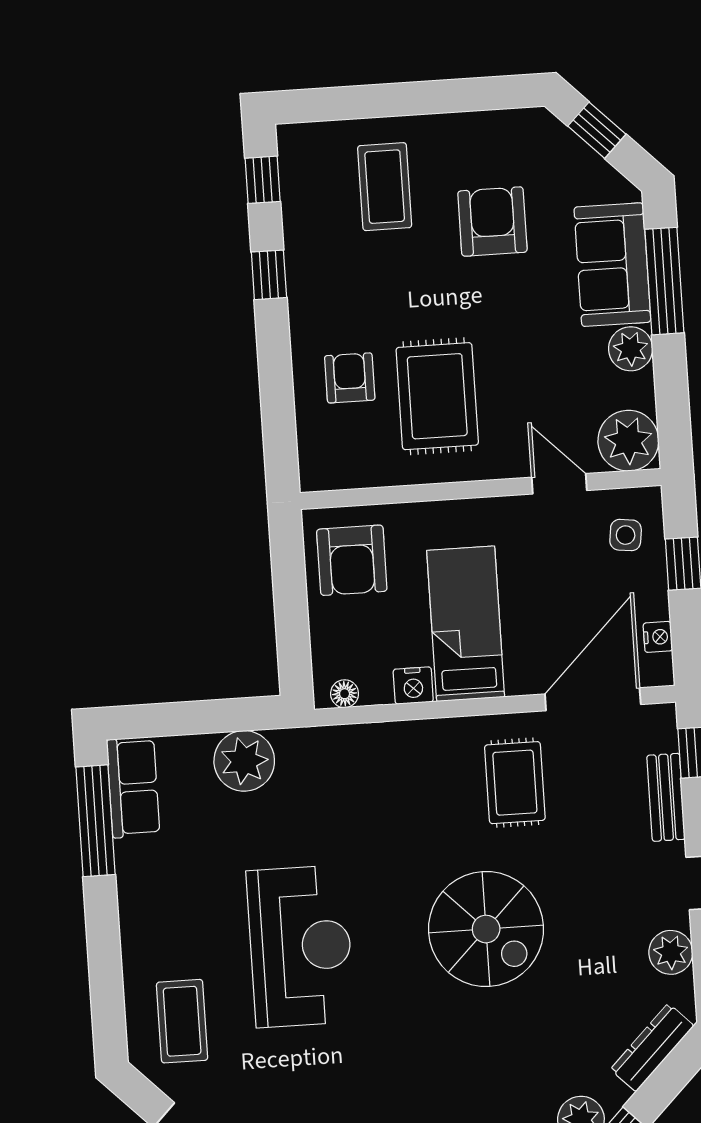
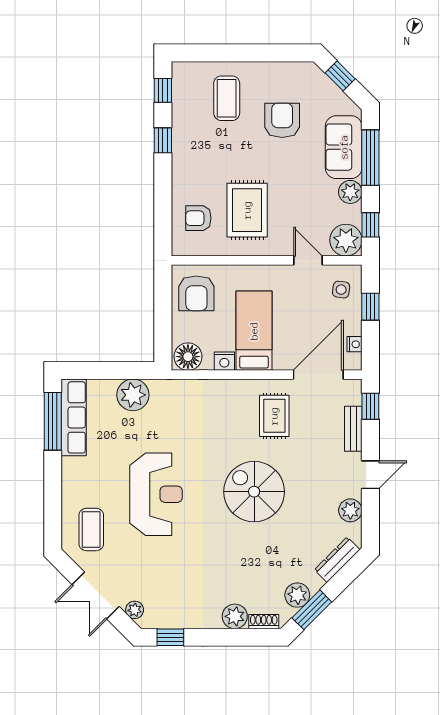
armchair: (350, 378) -> (198, 218), moved, turned -90
window: (673, 409) -> (370, 225), added
floor lamp: (345, 694) -> (188, 357), width x1.89, depth x1.89
row of seats: (133, 787) -> (74, 417), width x1.48
spiral stairs: (486, 929) -> (254, 492), turned 180

